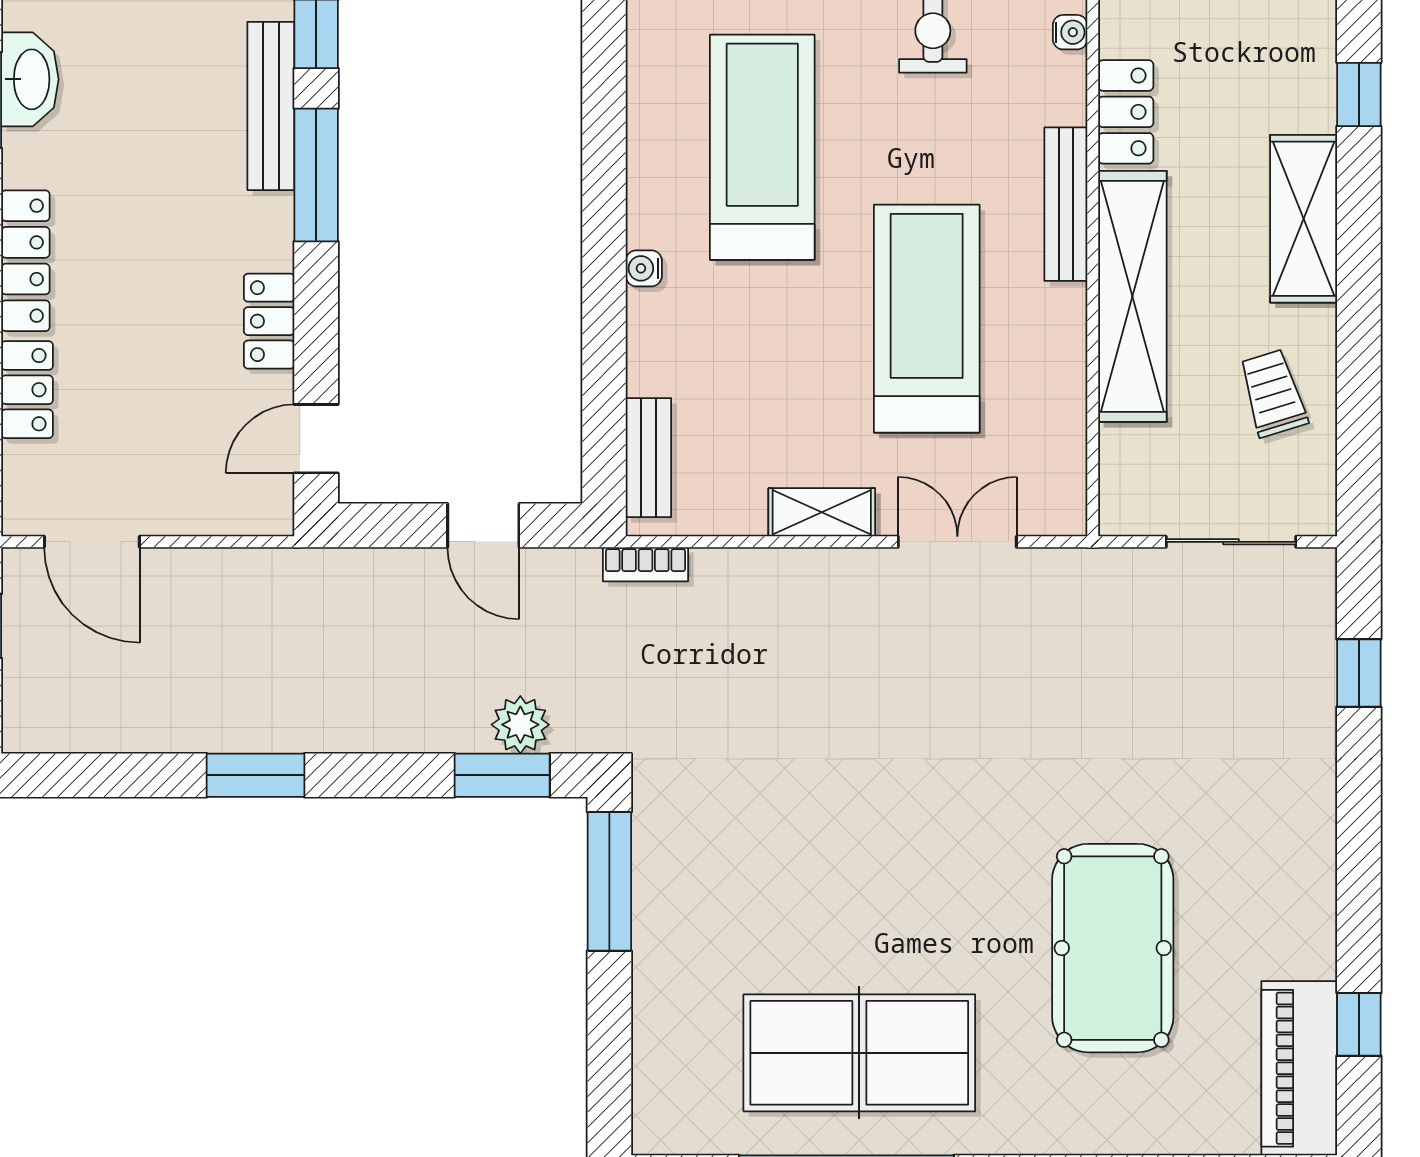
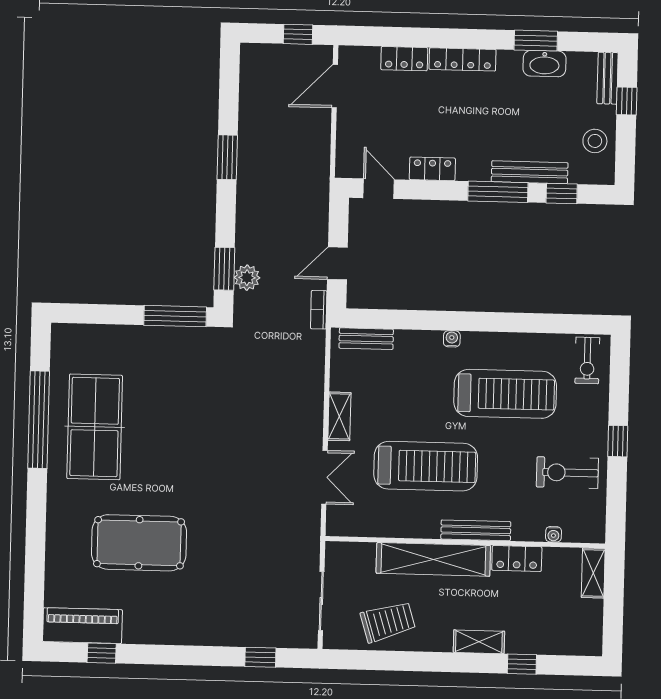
shelving: (1304, 219) -> (479, 642), width x0.67, depth x0.75
trolley: (1273, 393) -> (388, 622), width x1.36, depth x1.39
bookcase: (645, 564) -> (319, 310), moved

